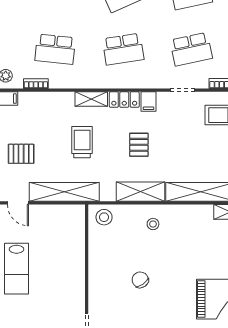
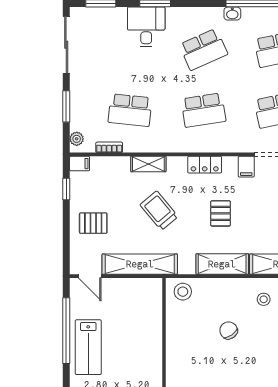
shelving: (91, 99) -> (148, 164), moved
filing cabinet: (148, 101) -> (246, 167), moved
trolley: (82, 142) -> (159, 211), turned -40
stool: (153, 224) -> (264, 299), moved
chair: (140, 280) -> (229, 330), moved

